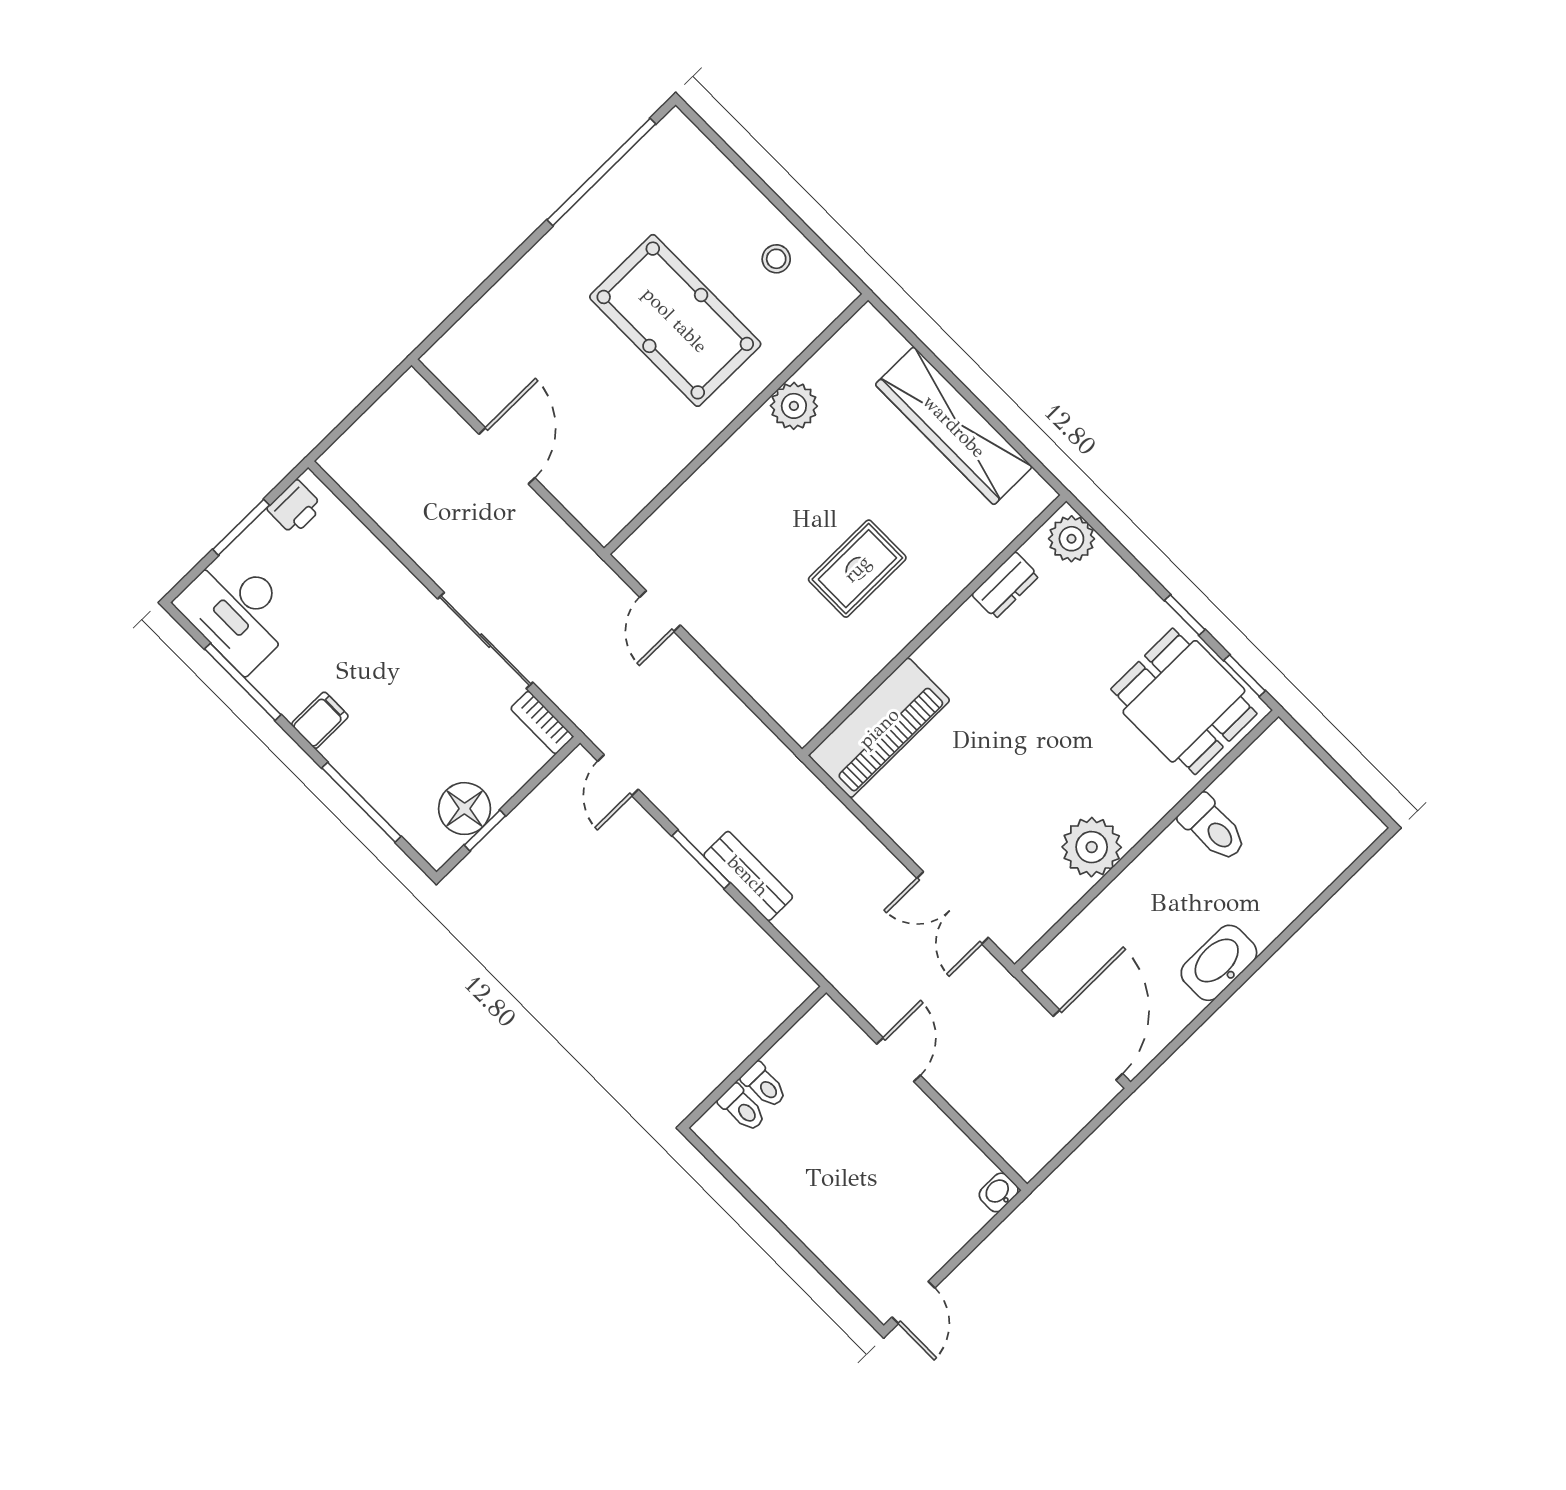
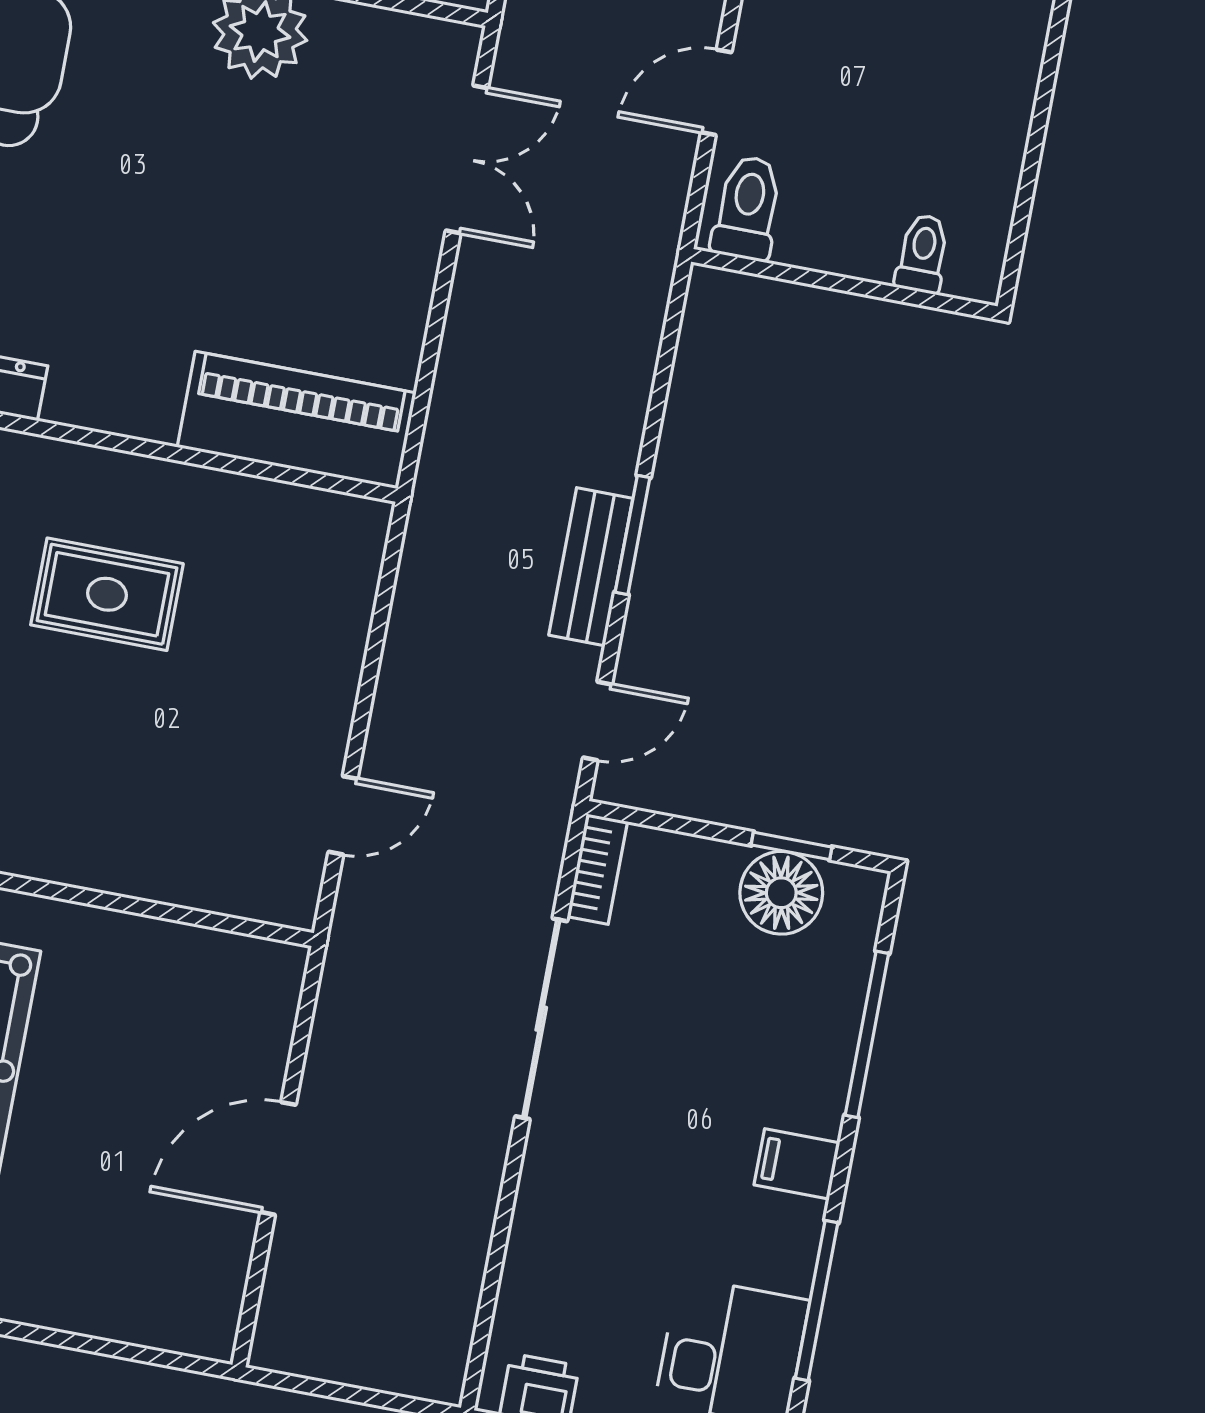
bench: (748, 876) -> (591, 567), moved
toilet: (764, 1085) -> (747, 208), moved, width x1.37, depth x1.39

